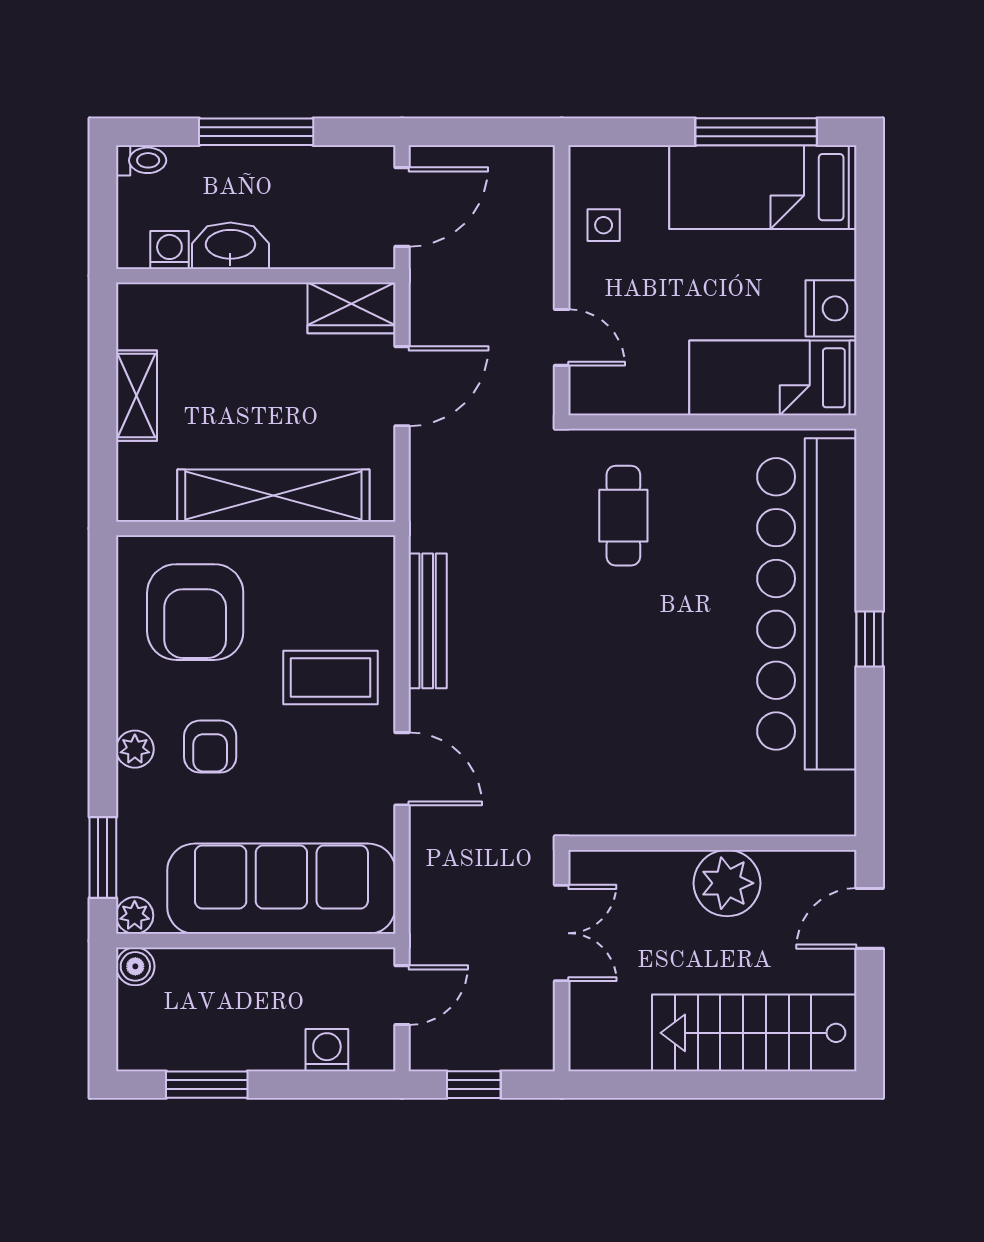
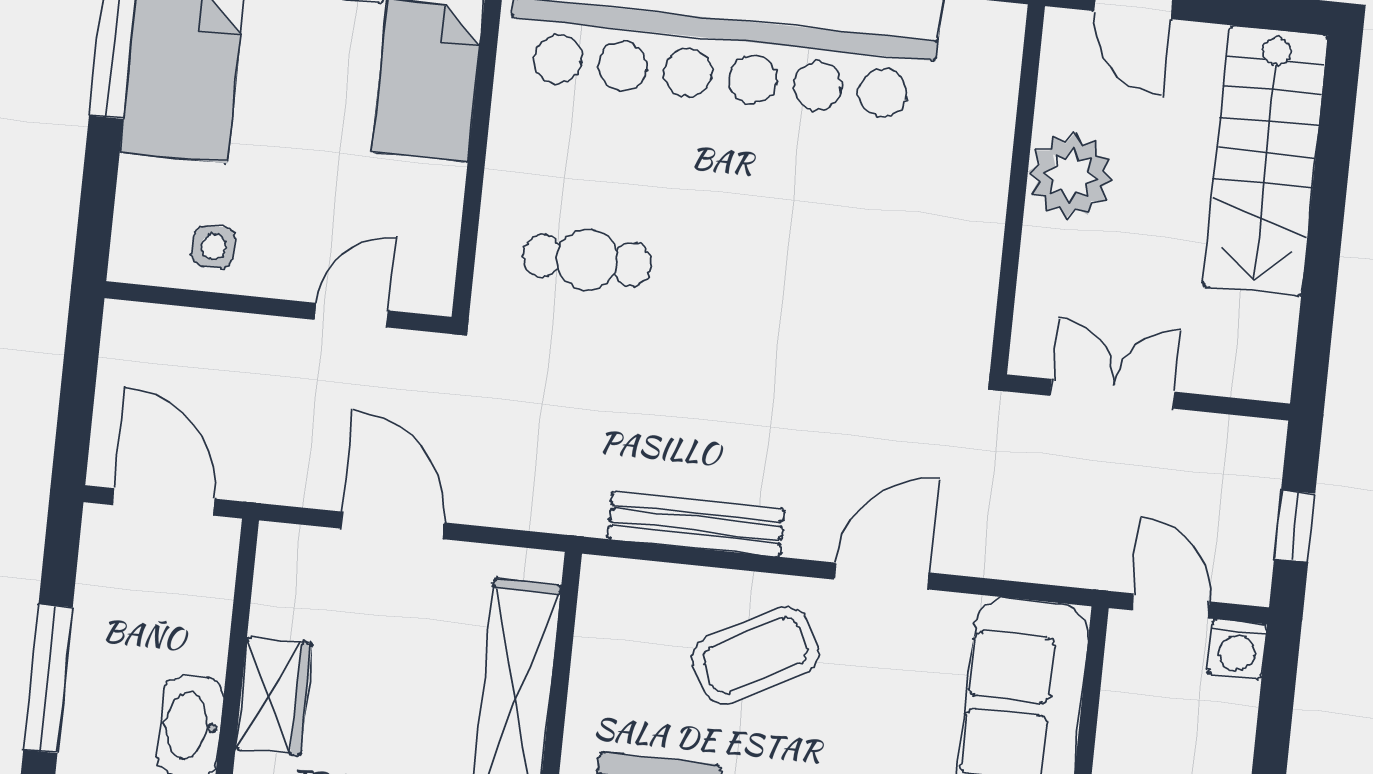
wardrobe: (351, 308) -> (274, 696), moved
coffee table: (331, 678) -> (755, 655), turned 62
washing machine: (327, 1050) -> (1237, 649), moved, turned -90

